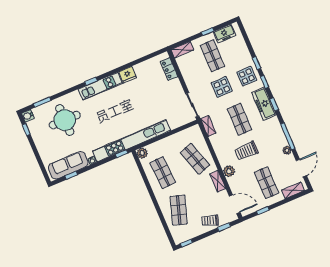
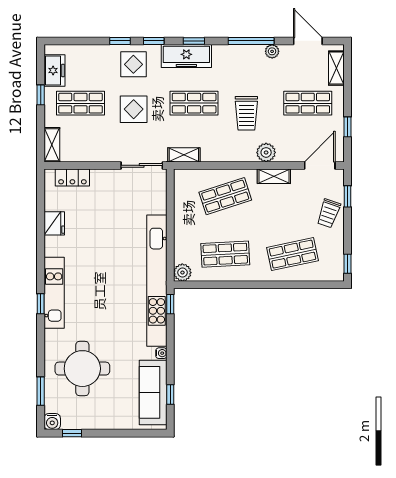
fridge: (128, 75) -> (54, 223), moved
shop shelf: (179, 210) -> (293, 254), turned -30

